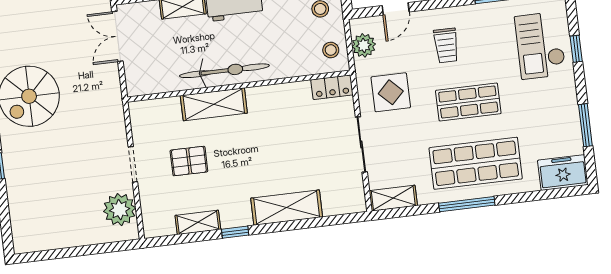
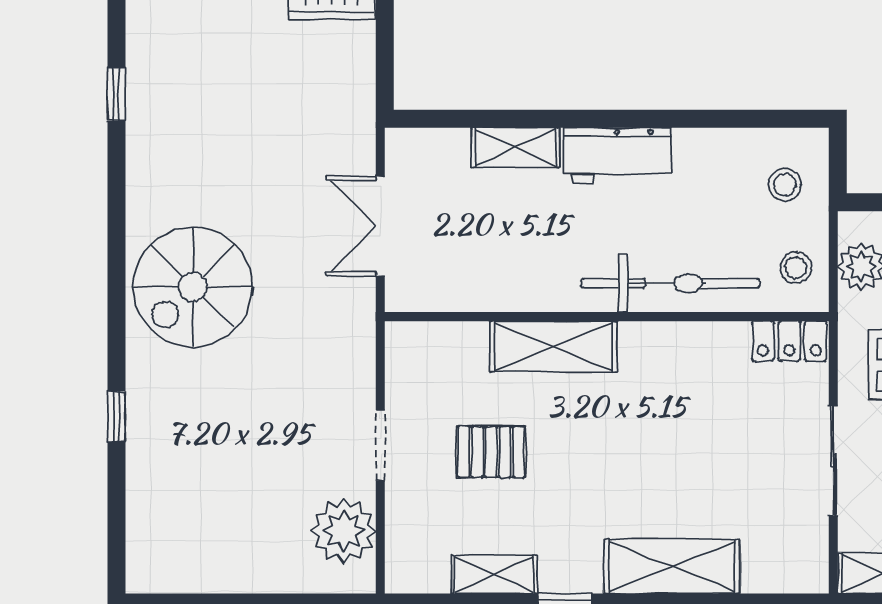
double door: (117, 36) -> (380, 226), moved
bicycle: (224, 71) -> (671, 283), moved

